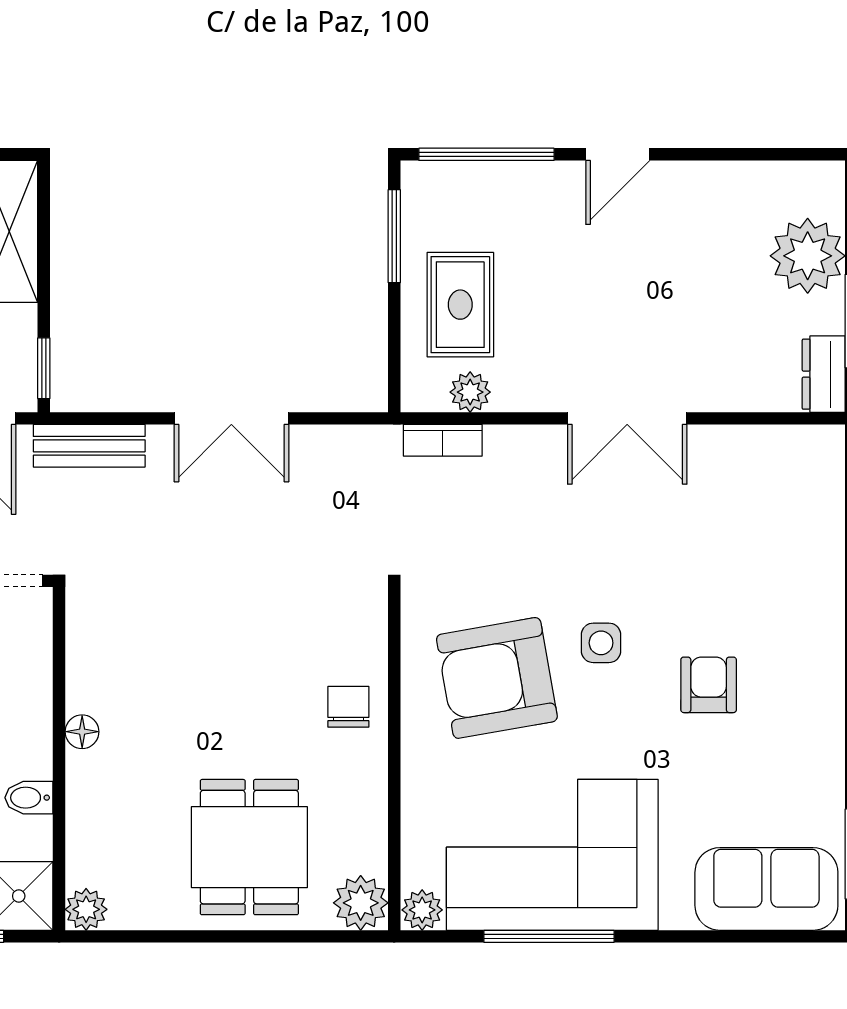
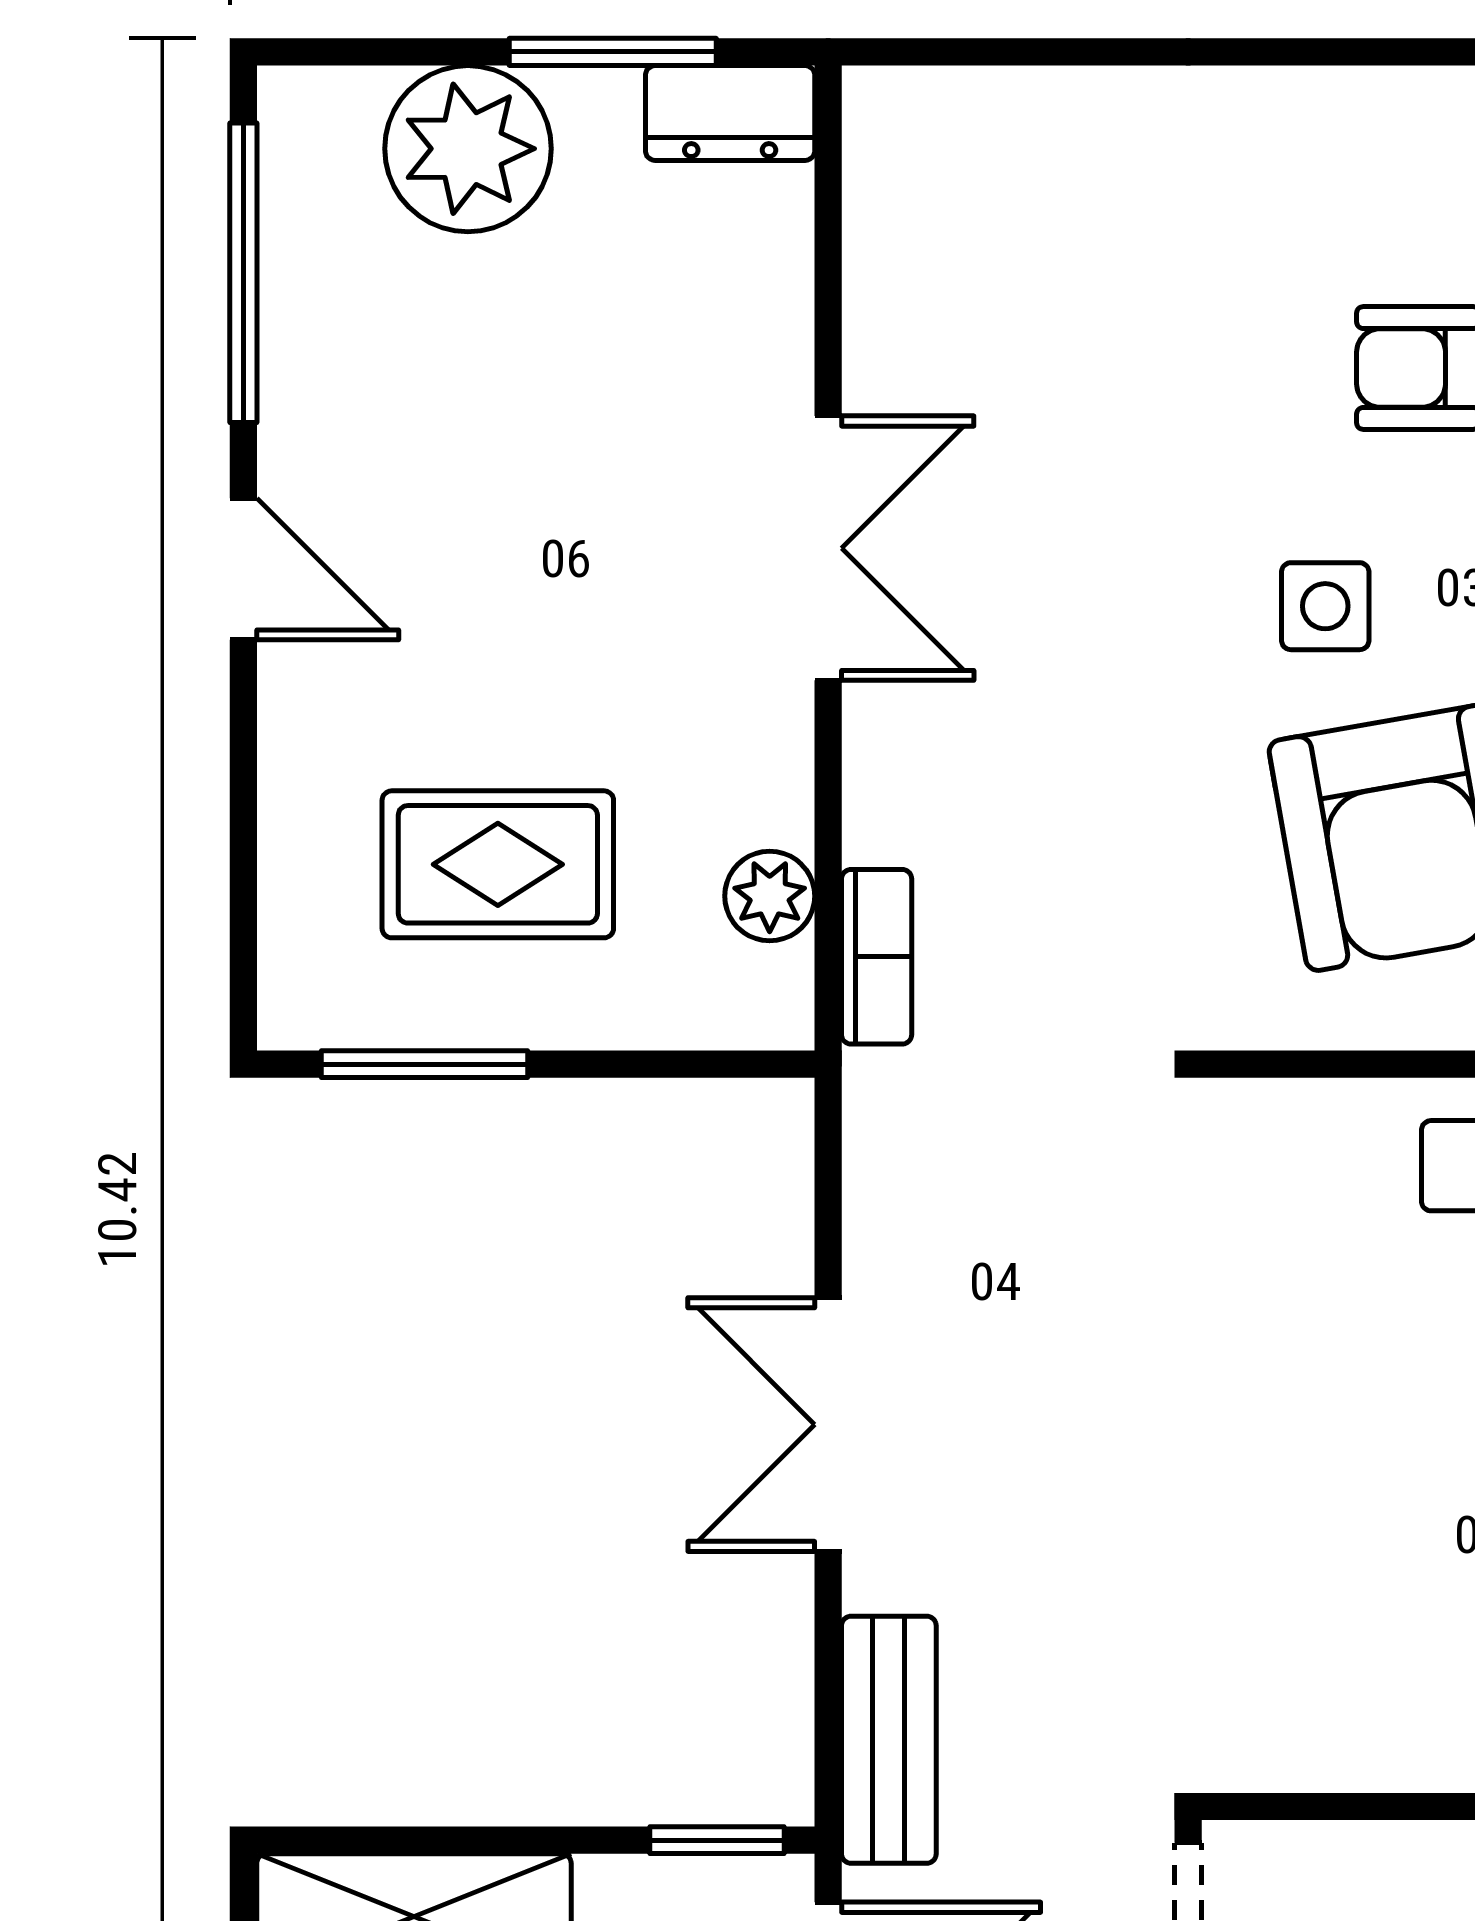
window: (486, 154) -> (243, 273), moved
rug: (460, 305) -> (498, 864), moved
double door: (231, 418) -> (828, 1425), swing flipped

